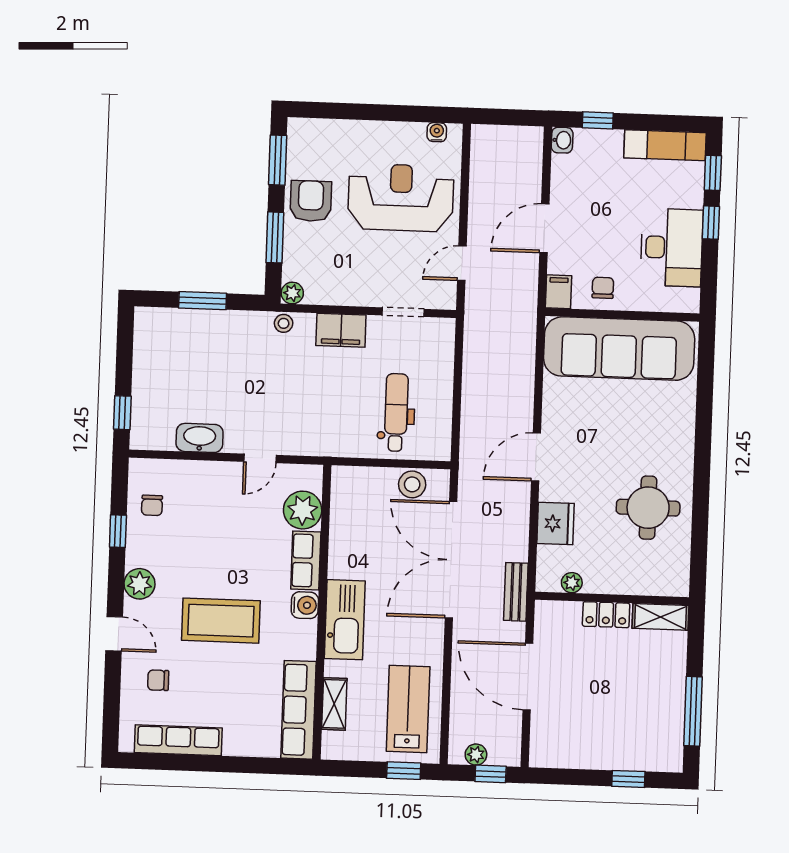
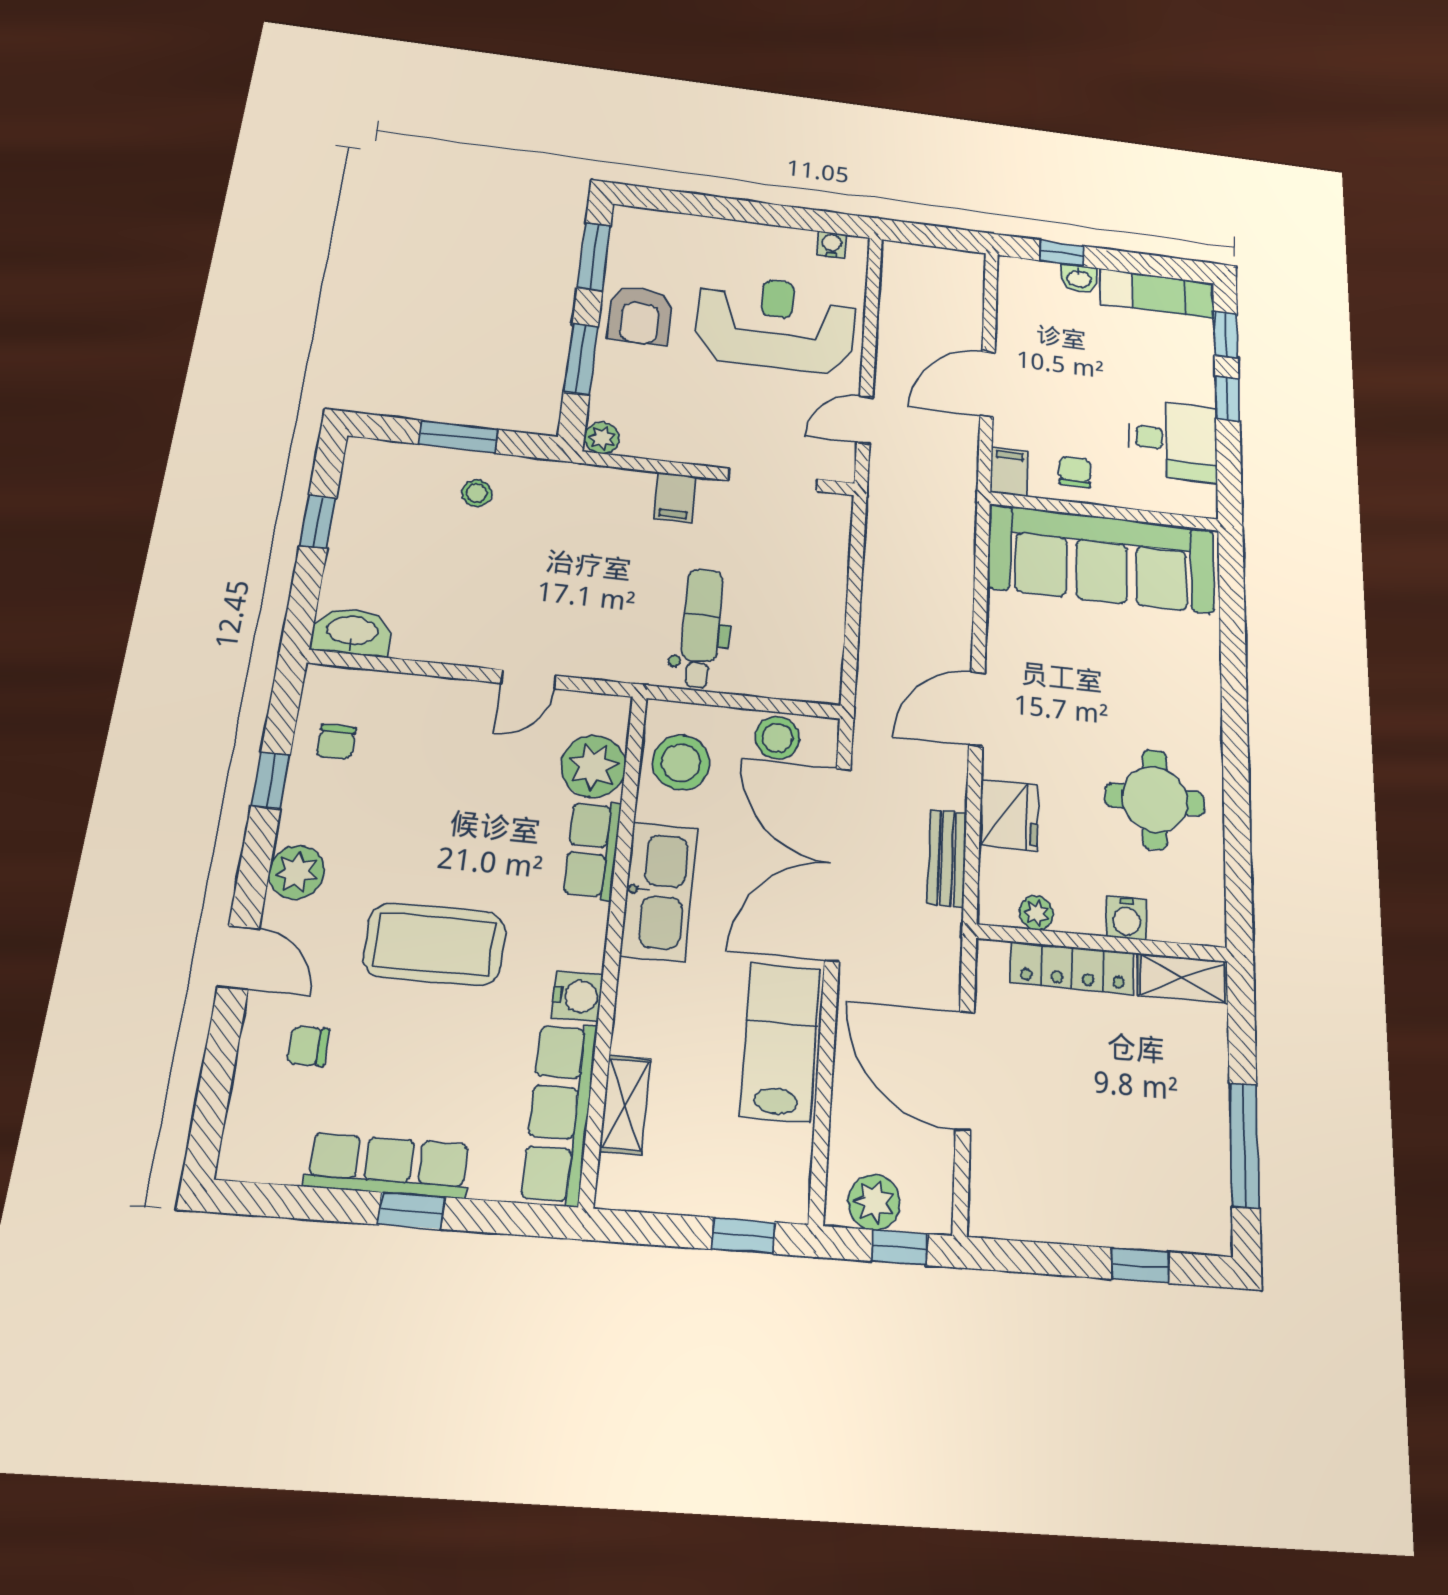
washbasin: (562, 140) -> (1079, 279), moved, turned 90
armchair: (311, 201) -> (640, 315), turned 180
desk: (672, 248) -> (1173, 440), width x0.73
doorway: (403, 312) -> (773, 480), width x1.38
stool: (284, 323) -> (477, 493), moved
filing cabinet: (341, 330) -> (675, 497), width x0.50
dental chair: (396, 412) -> (701, 628), moved
window: (122, 413) -> (318, 522), moved
washbasin: (200, 438) -> (352, 632), moved
stool: (355, 504) -> (681, 763), added
water cooler: (627, 583) -> (1127, 918), added
bench: (516, 592) -> (947, 858), moved
water cooler: (305, 605) -> (577, 996), moved
locker: (606, 615) -> (1073, 968), width x1.53
kitchen sink: (345, 620) -> (659, 891), moved
lab bench: (408, 709) -> (780, 1042), moved
row of seats: (178, 740) -> (388, 1166), moved
plant: (476, 755) -> (874, 1202), width x1.38, depth x1.38
window: (223, 764) -> (411, 1211), added

